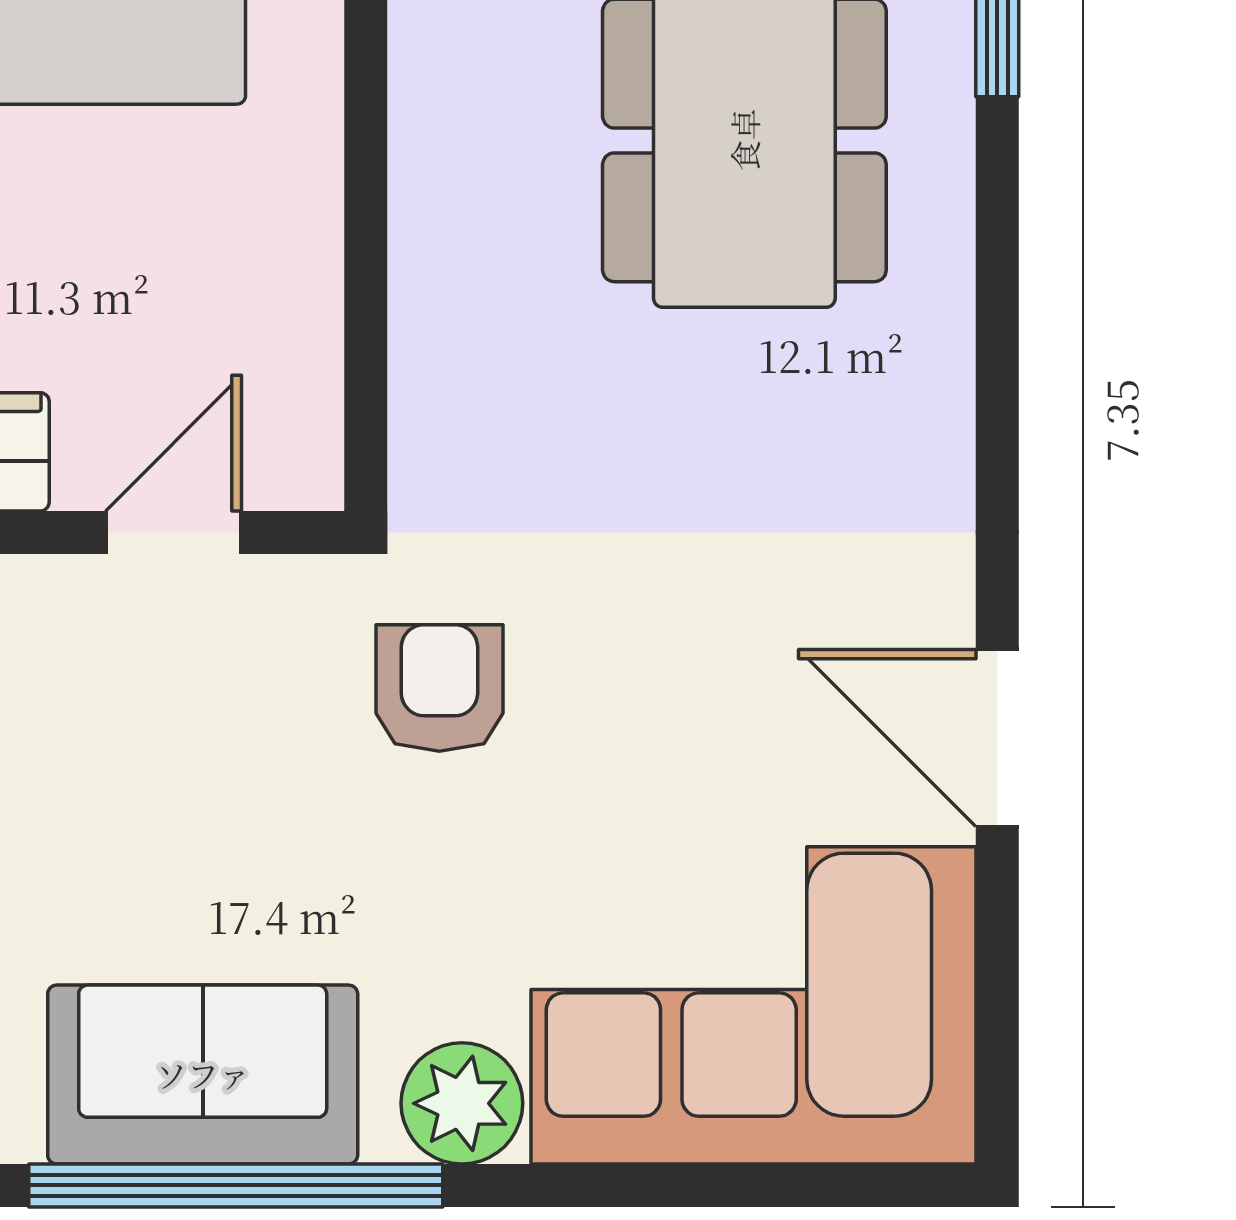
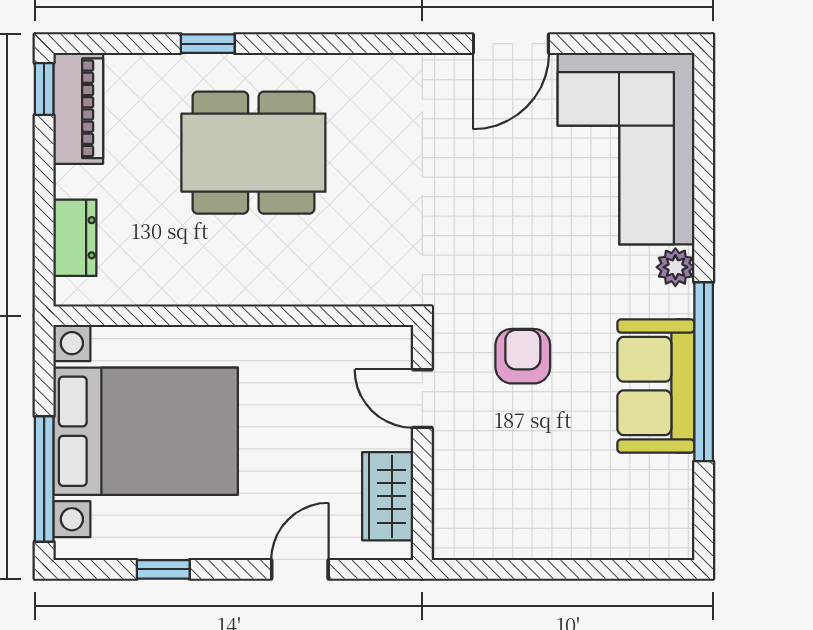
armchair: (439, 688) -> (523, 356), moved, turned 90
plant: (462, 1103) -> (675, 267), width x0.73, depth x0.73

